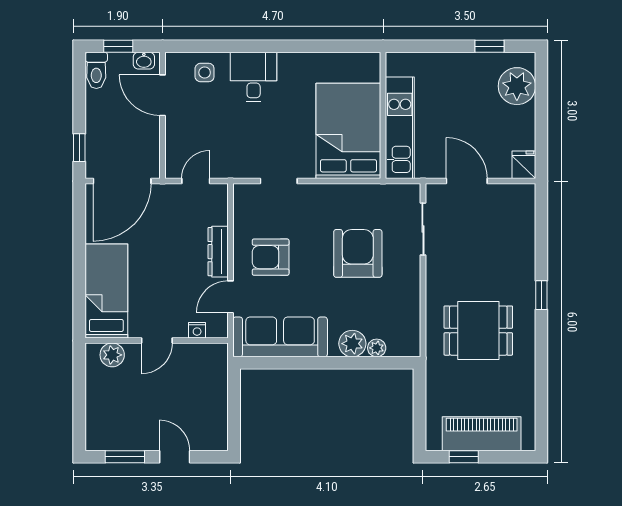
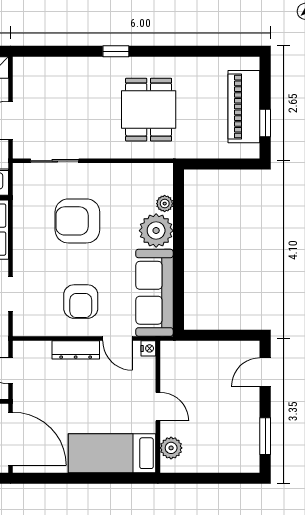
nightstand: (197, 330) -> (148, 348), moved
plant: (352, 344) -> (156, 231), width x1.36, depth x1.36
door: (175, 457) -> (265, 372), moved

